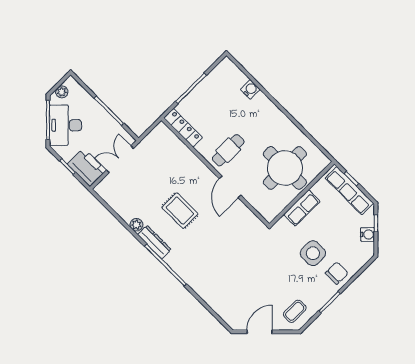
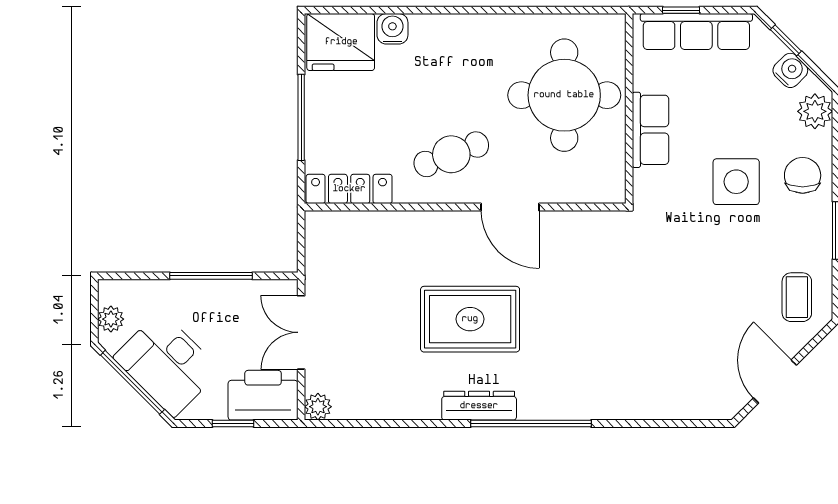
fridge: (229, 77) -> (341, 42), added
cafe table: (228, 150) -> (451, 154), turned 69
rug: (180, 211) -> (470, 319), width x1.36, depth x1.43
plant: (136, 225) -> (318, 407), moved
plant: (362, 256) -> (815, 111), added

